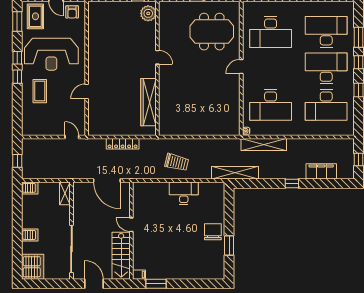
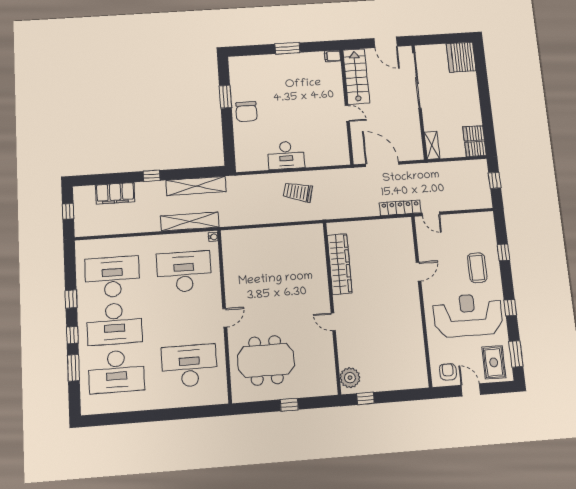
window: (17, 77) -> (503, 252), moved
locker: (123, 144) -> (400, 208), moved
shelving: (235, 173) -> (196, 186), moved
server rack: (30, 235) -> (474, 133), moved
window: (156, 284) -> (287, 48), moved

